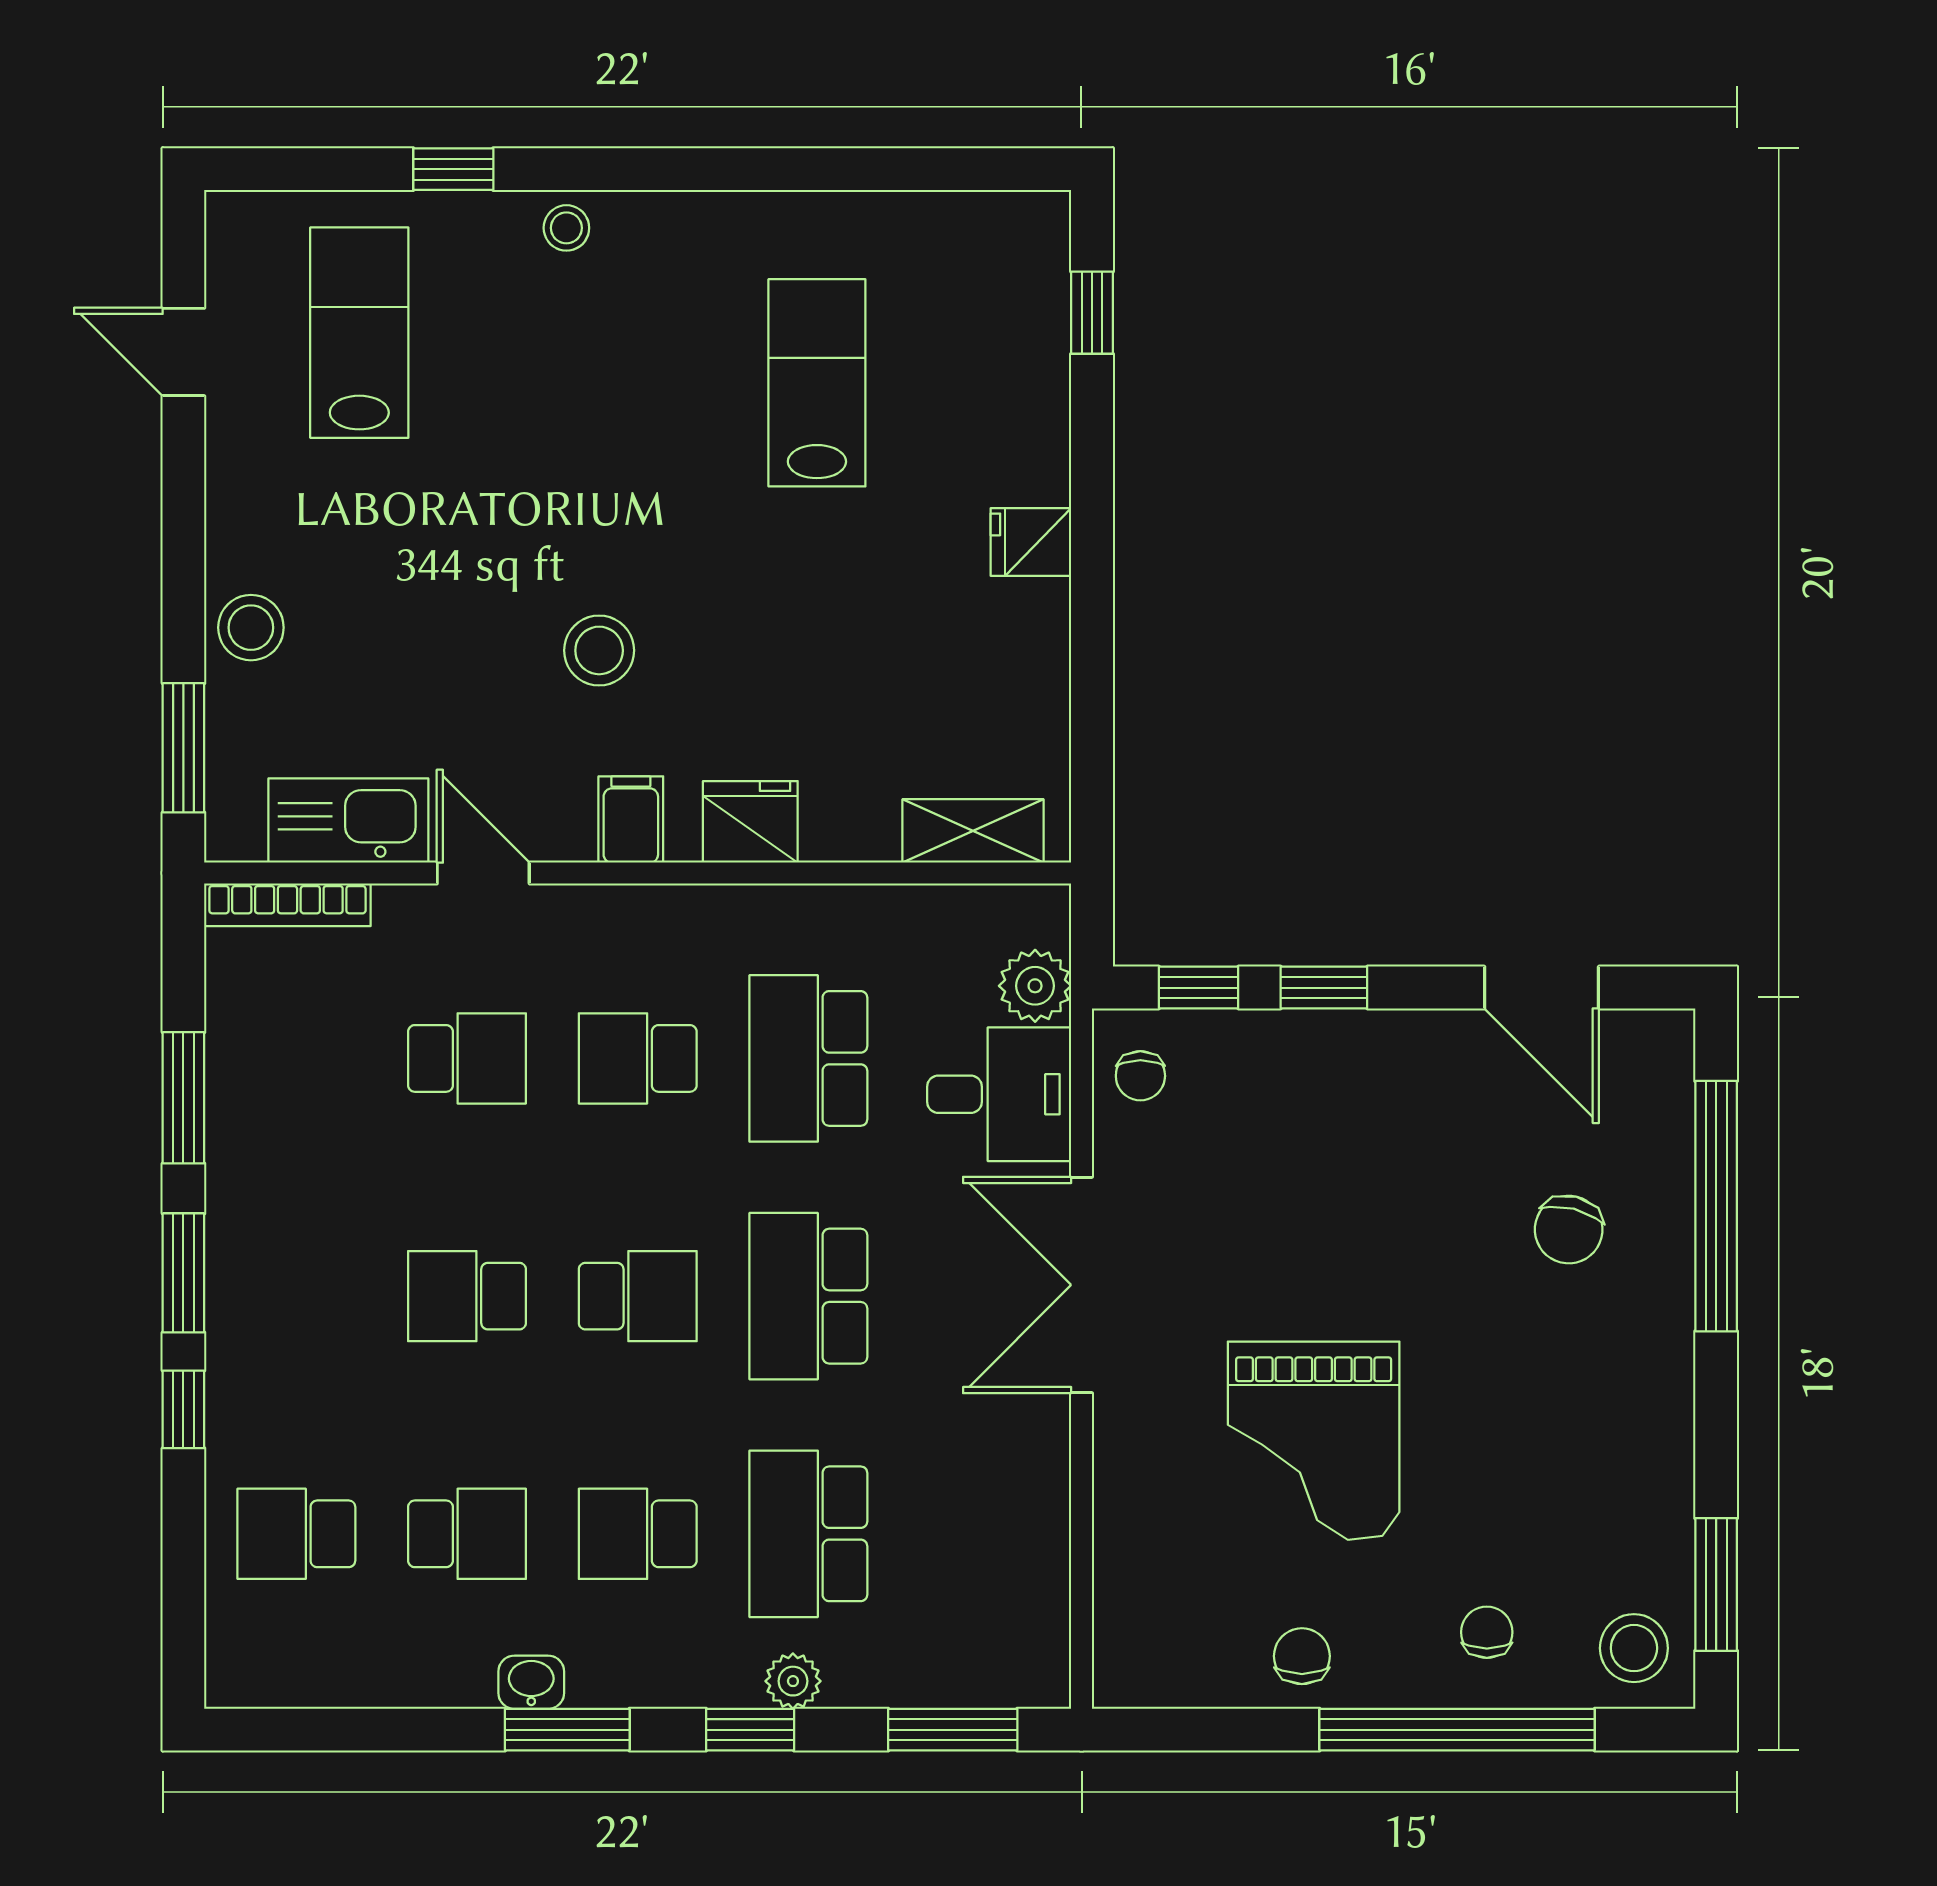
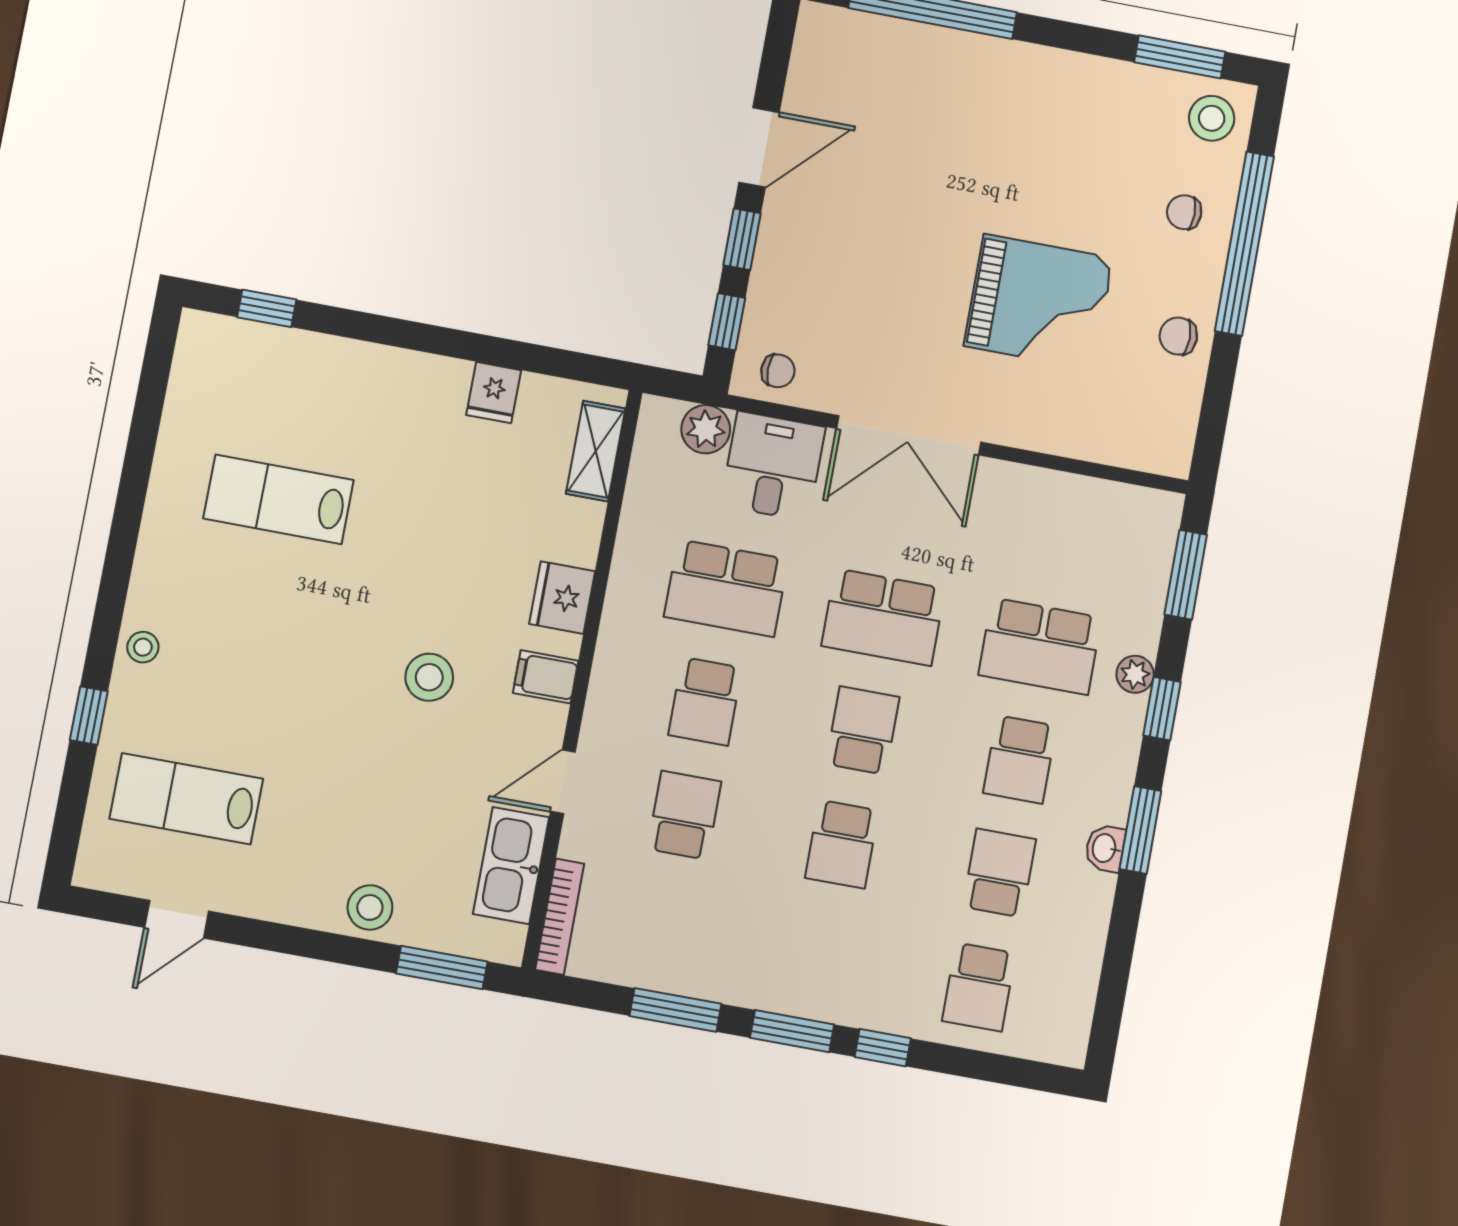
fridge: (1031, 542) -> (494, 393), moved
door: (1542, 988) -> (759, 147), moved
chair: (1569, 1230) -> (930, 109), removed

